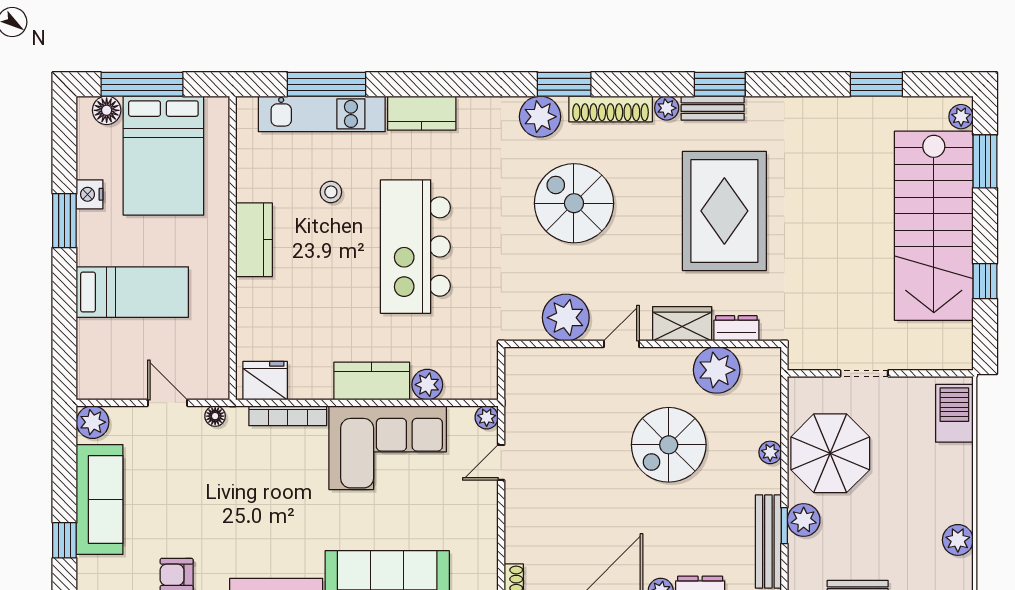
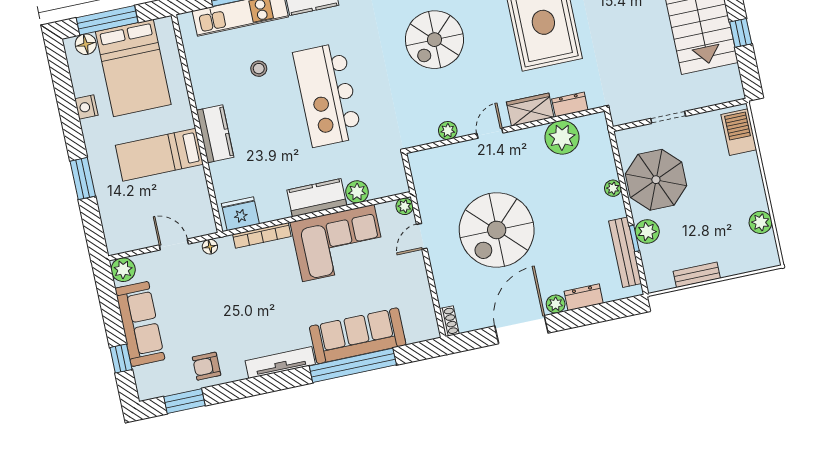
spiral stairs: (574, 203) -> (434, 40), turned -90
window: (64, 221) -> (83, 179), moved
kitchen counter: (254, 240) -> (215, 134), moved
bed: (132, 292) -> (159, 155), moved, turned 180
plant: (566, 318) -> (448, 131), width x0.53, depth x0.53
spiral stairs: (669, 445) -> (497, 230), moved, width x1.37, depth x1.37

